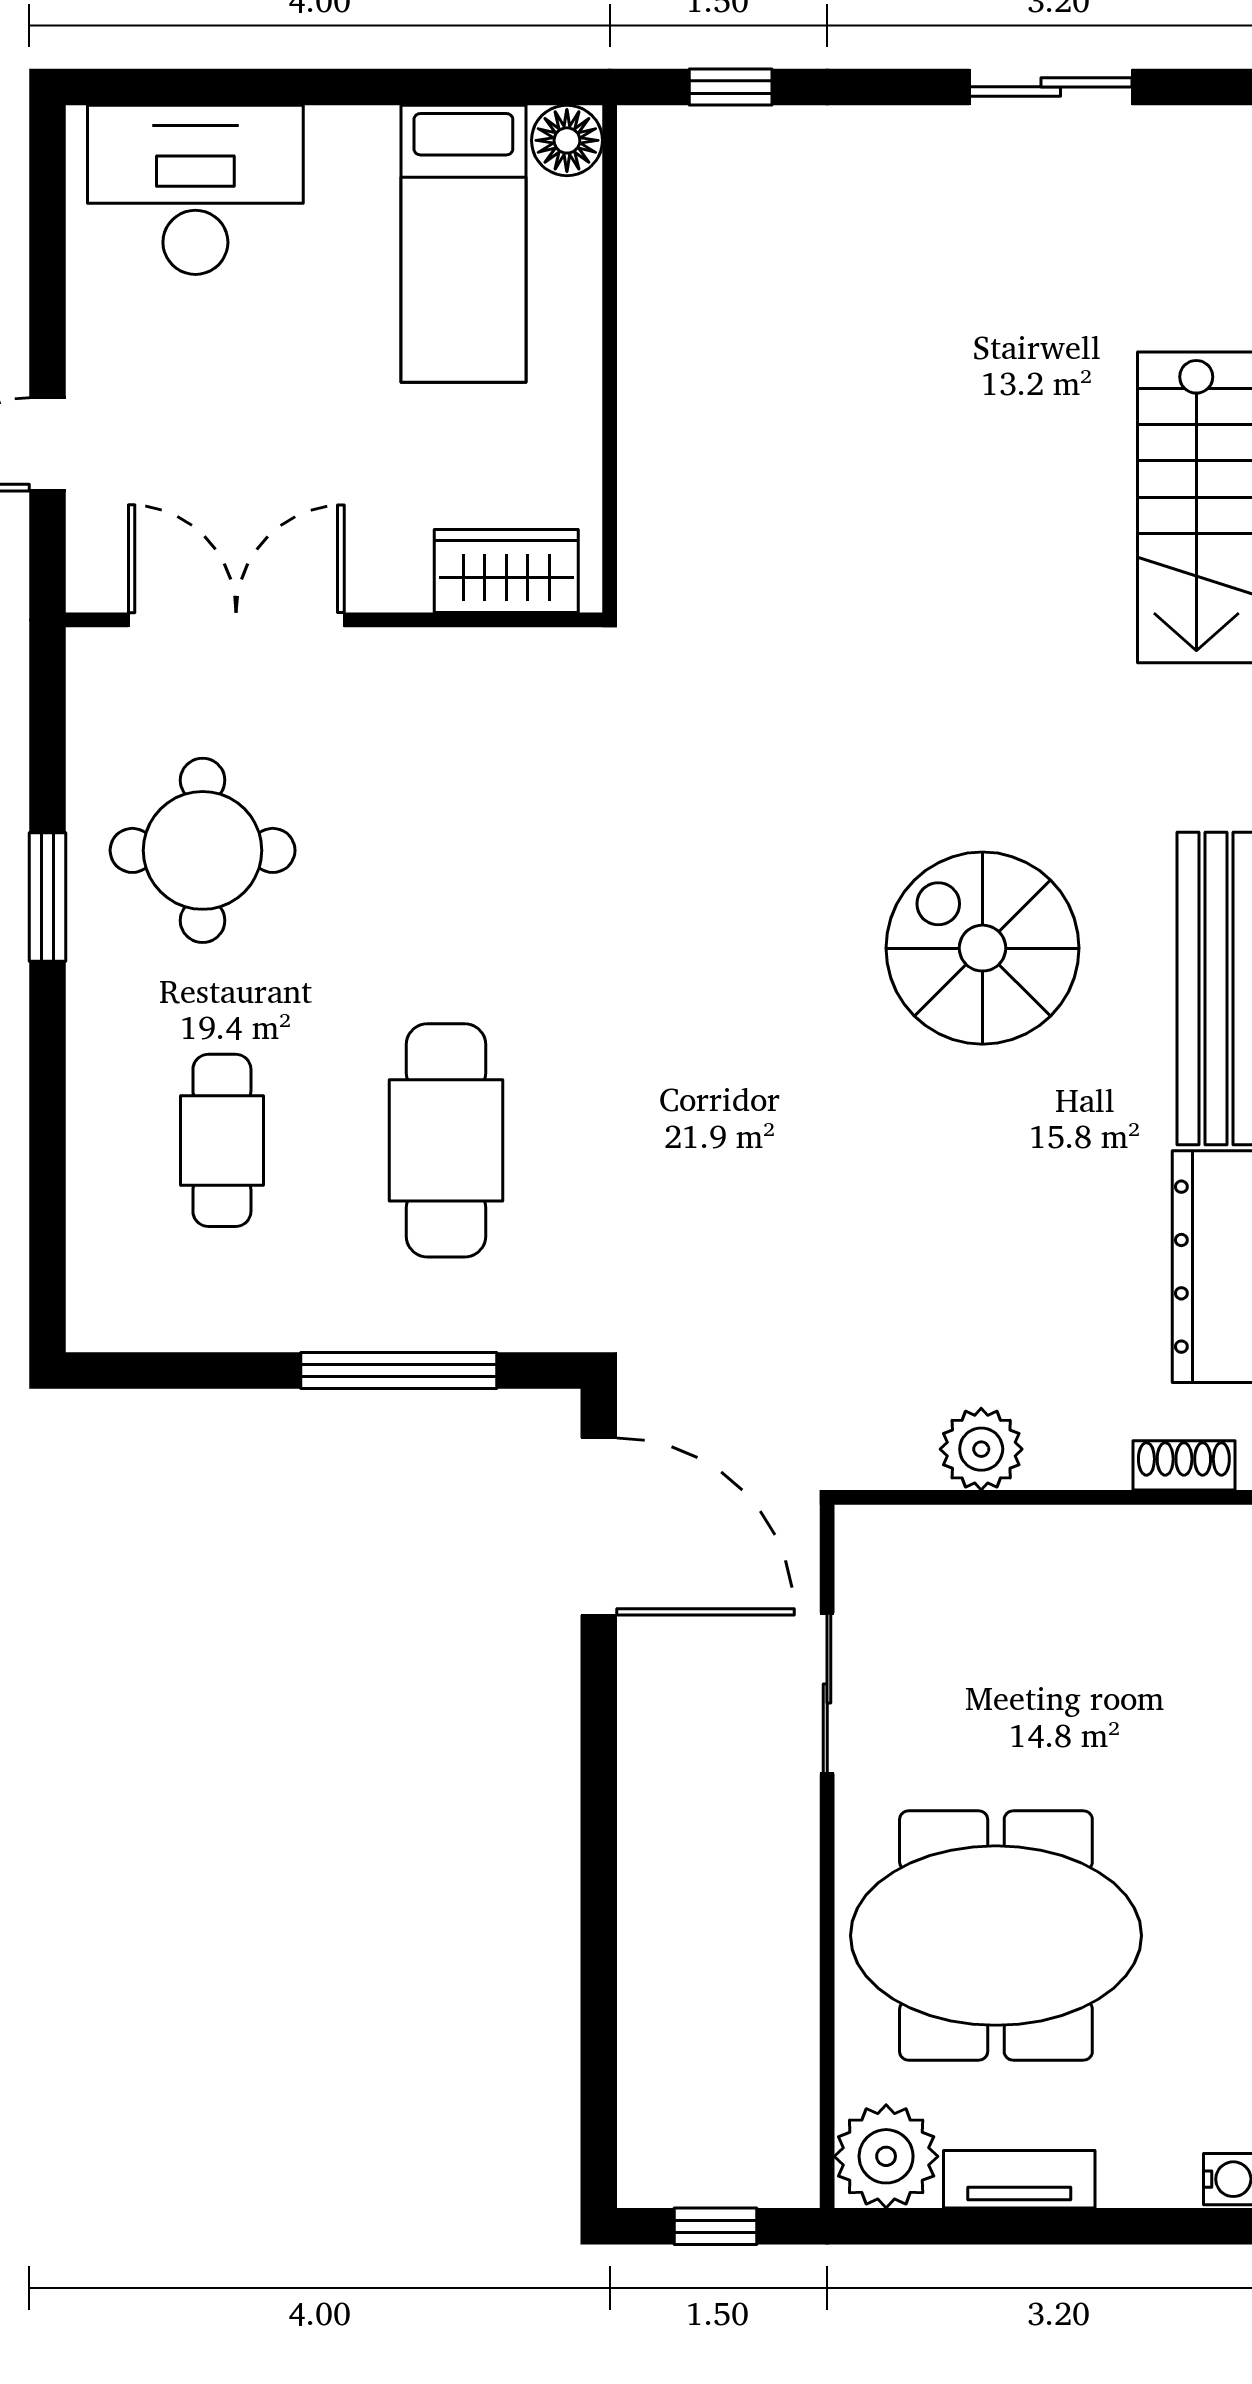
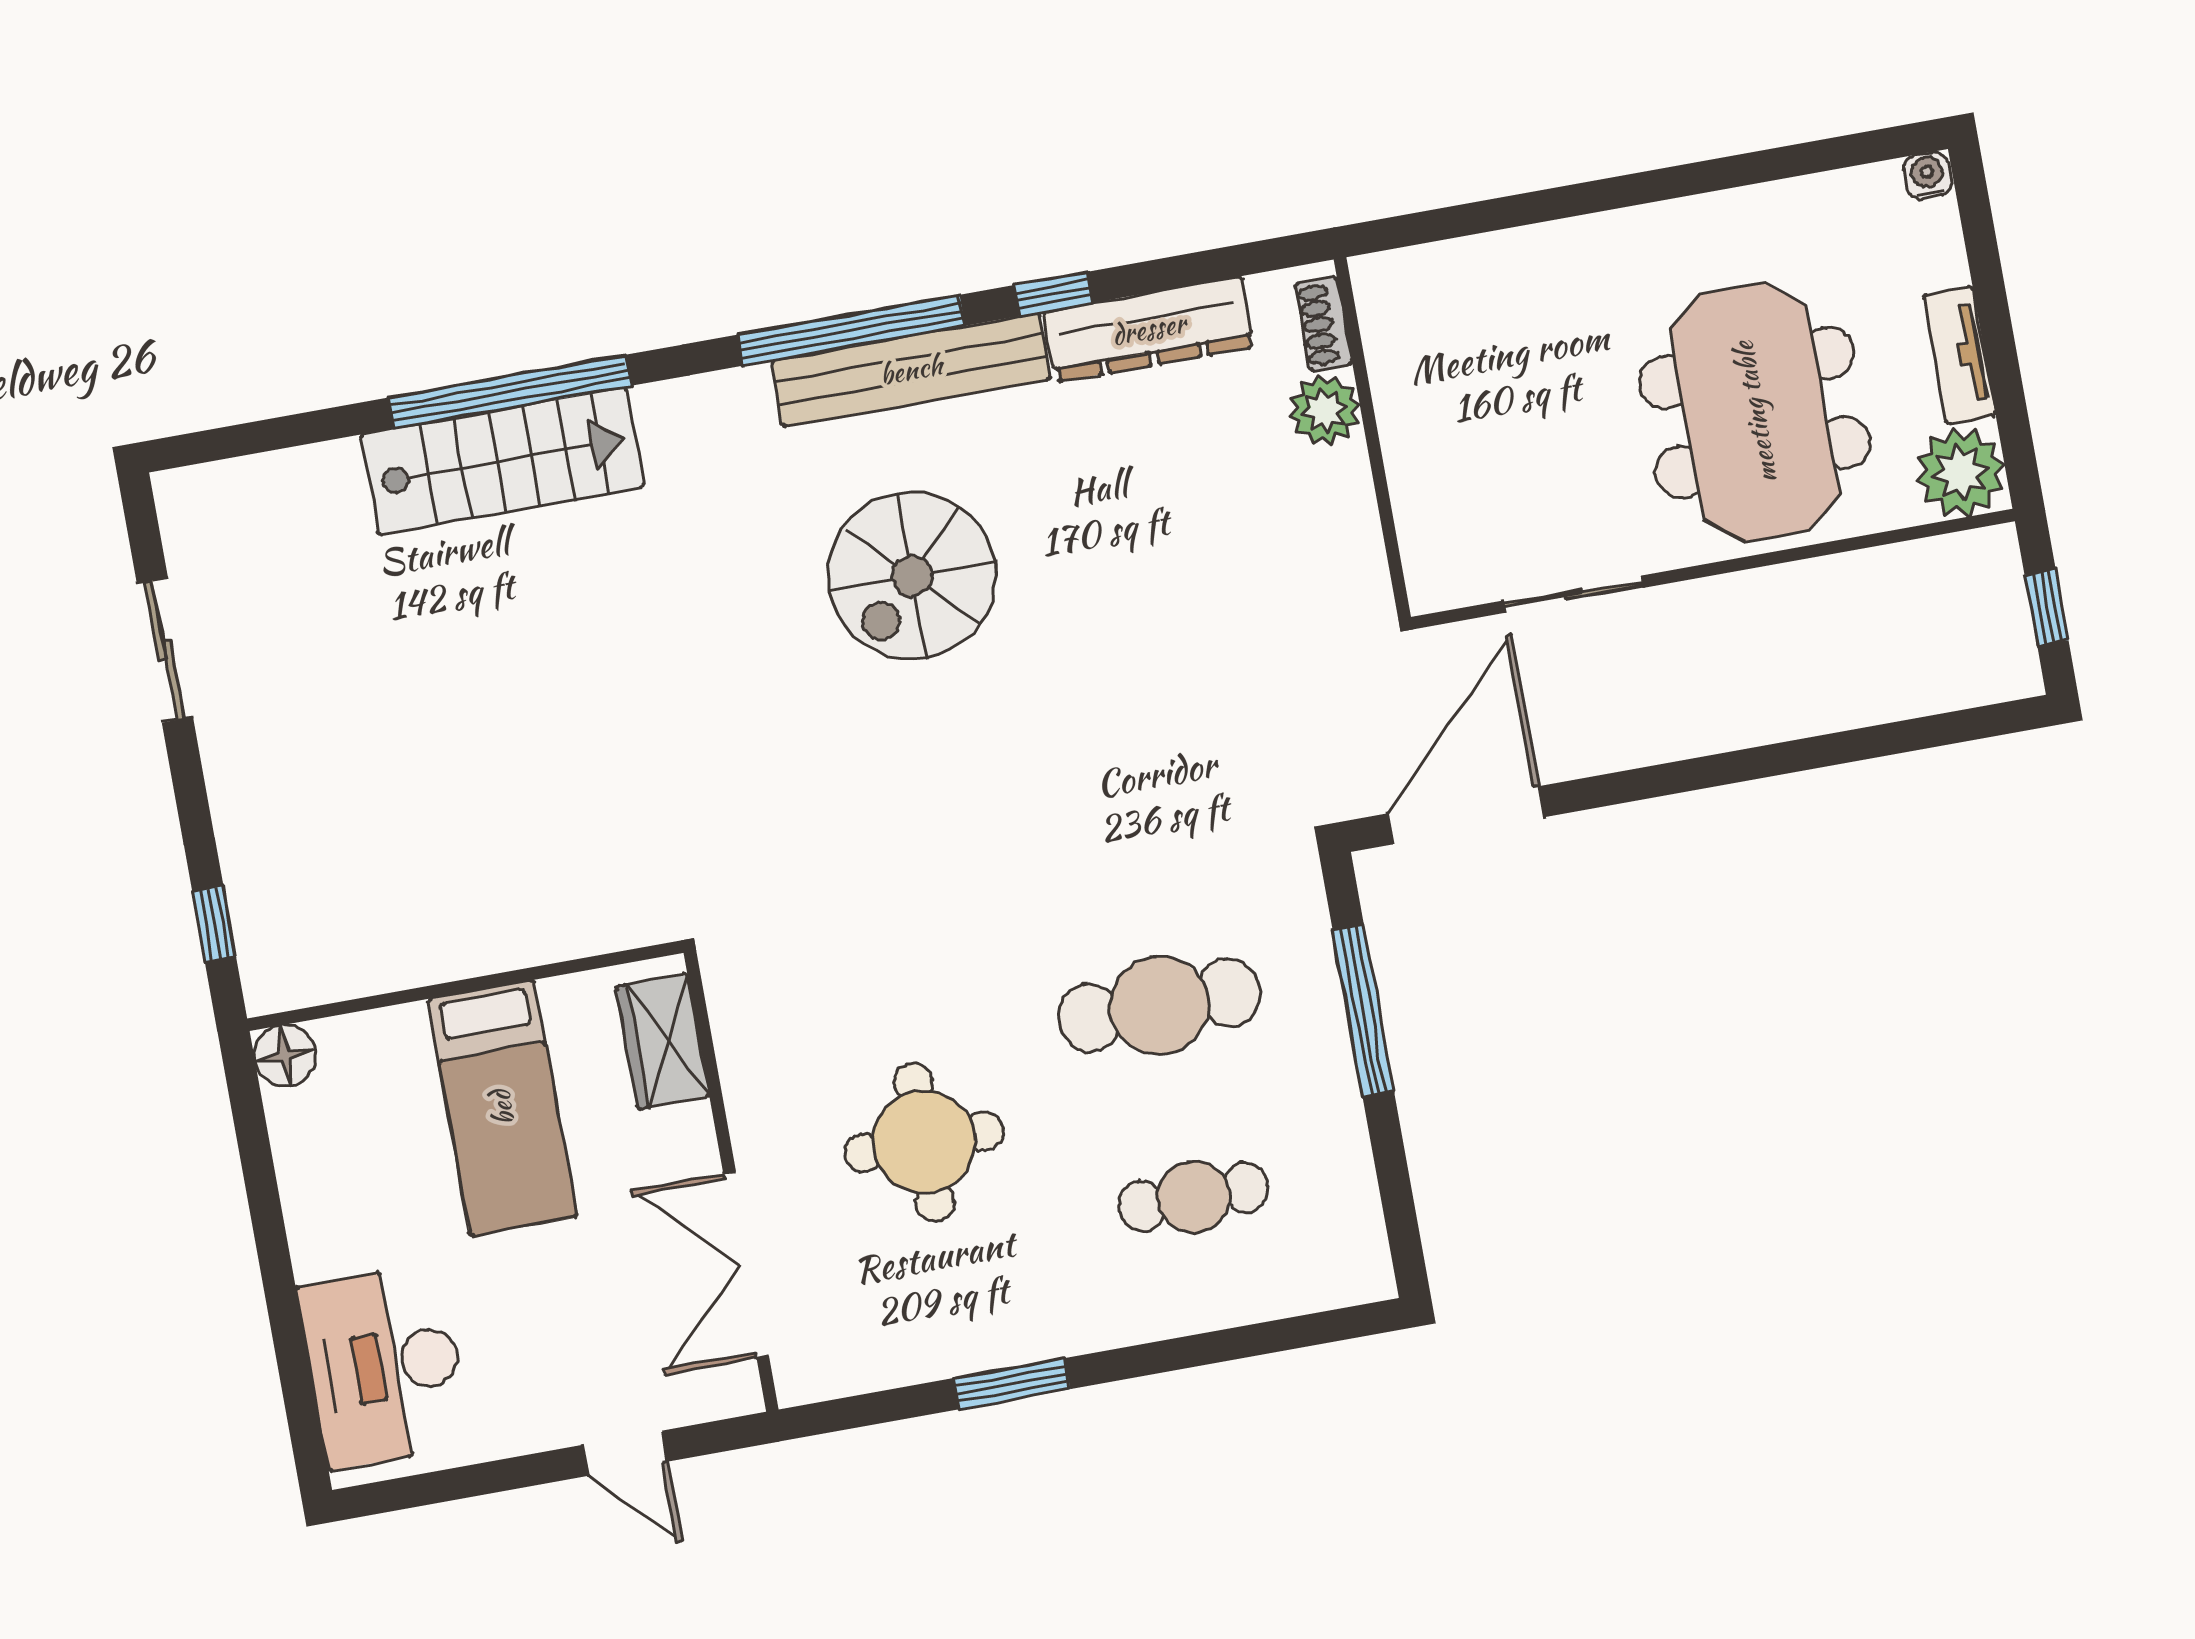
bed: (463, 244) -> (502, 1108), moved, turned 90
round table: (203, 850) -> (924, 1142), moved
plant: (981, 1449) -> (1325, 410), moved

